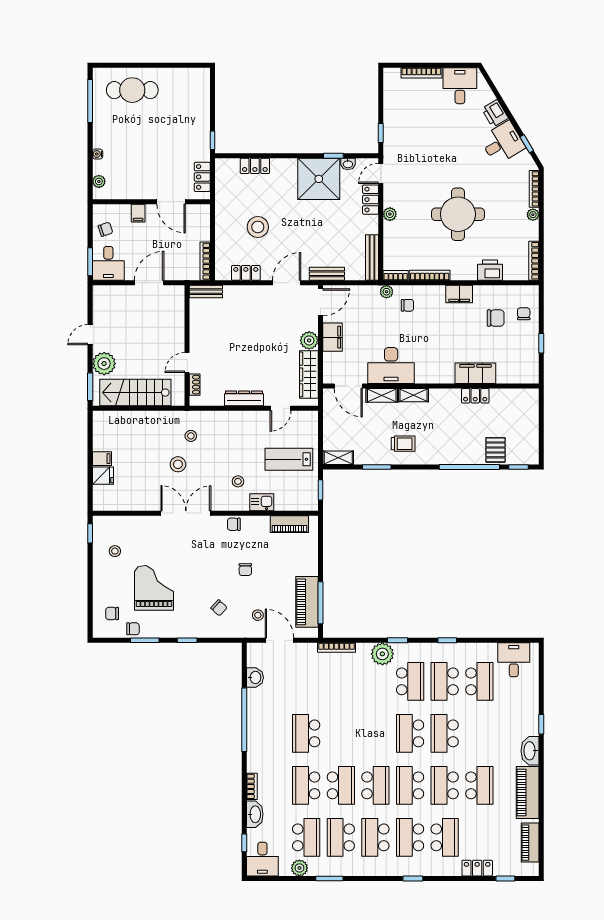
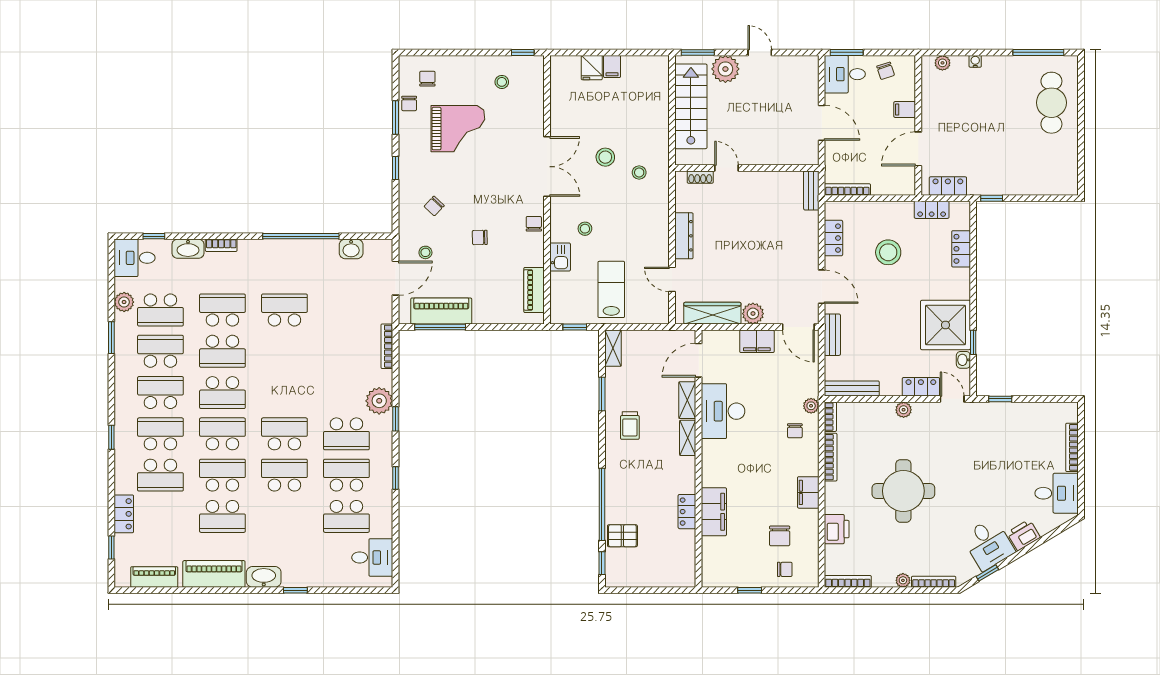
locker: (222, 191) -> (932, 210), added

